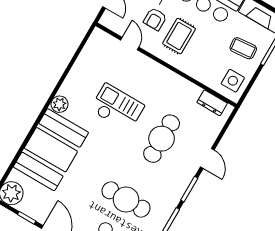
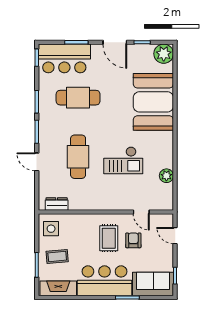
plant: (60, 104) -> (166, 176), moved

